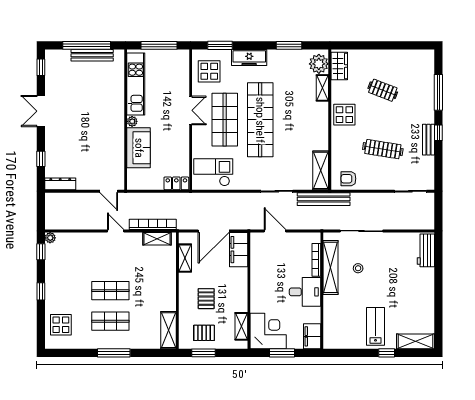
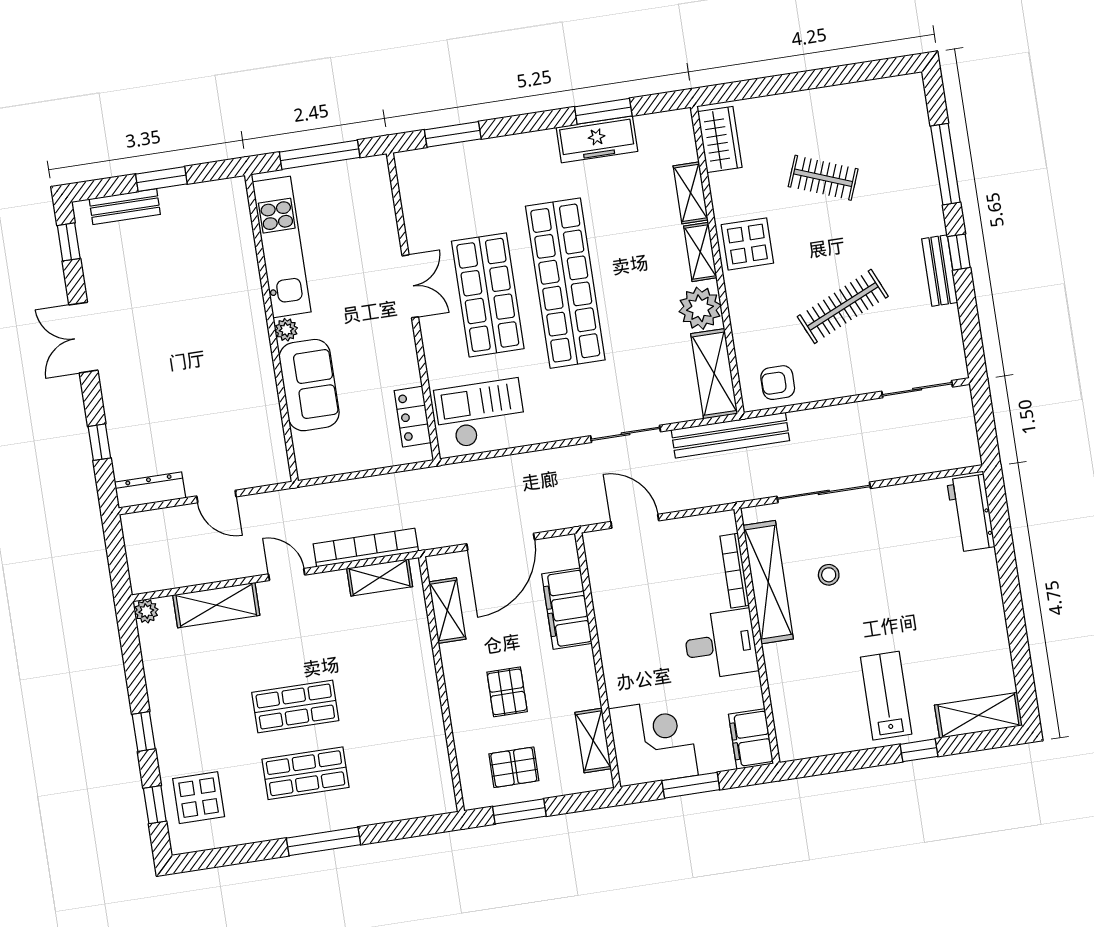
window: (87, 45) -> (161, 179), width x0.47
bench: (92, 55) -> (125, 207), moved, width x0.73
freezer: (249, 58) -> (597, 139), moved
plant: (319, 64) -> (700, 308), moved
display table: (209, 71) -> (438, 195), removed
shelving: (323, 115) -> (700, 252), added
clothes rail: (383, 149) -> (843, 306), turned -33
locker: (176, 183) -> (413, 417), moved, turned -90
door: (109, 191) -> (216, 496), moved
filing cabinet: (239, 250) -> (567, 609), moved
window: (41, 252) -> (155, 805), moved
shelving: (168, 330) -> (216, 605), moved, turned 90

